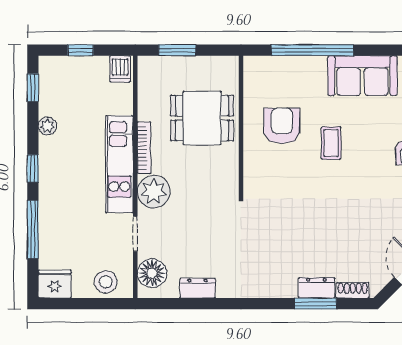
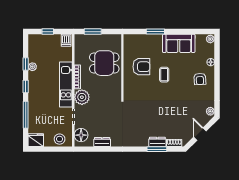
window: (312, 50) -> (155, 32), width x0.47
window: (33, 88) -> (26, 64), moved
armchair: (282, 126) -> (141, 67), turned 90

